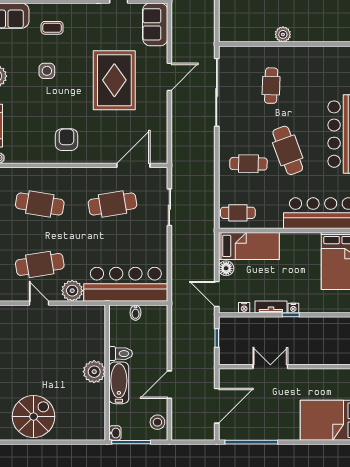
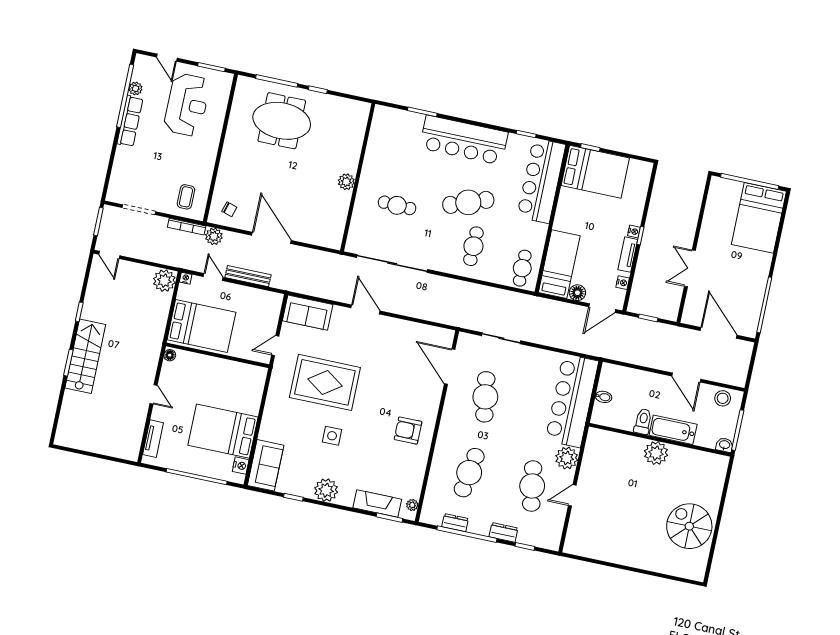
coffee table: (52, 28) -> (288, 421), removed
rug: (114, 80) -> (325, 382), moved

